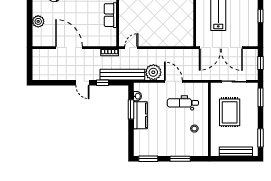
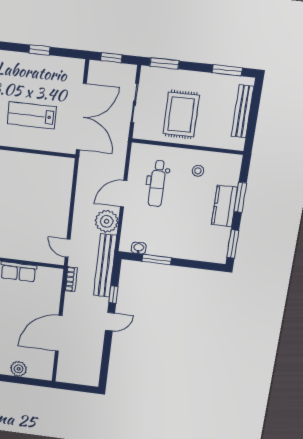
rug: (230, 112) -> (181, 115), turned 90
kitchen counter: (140, 115) -> (225, 206), moved, turned -90

